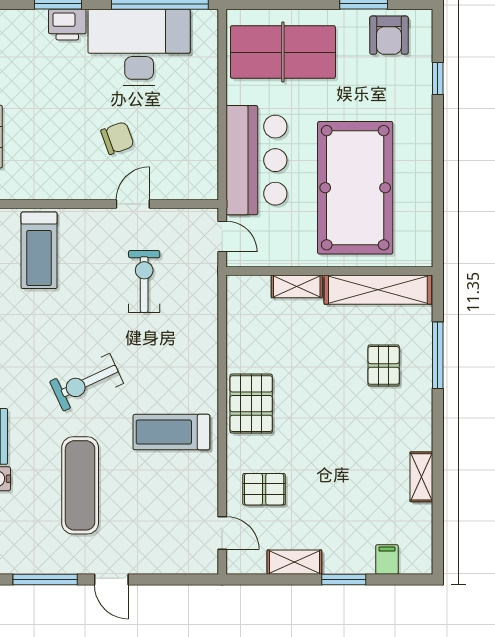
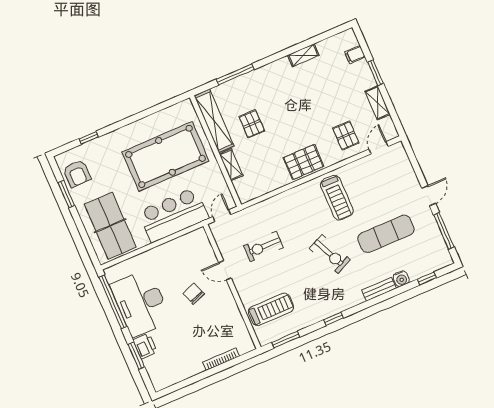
armchair: (389, 35) -> (77, 173), turned 90
pallet: (384, 365) -> (252, 124), moved, turned 90

